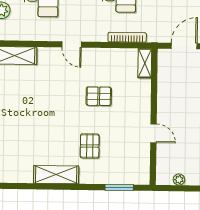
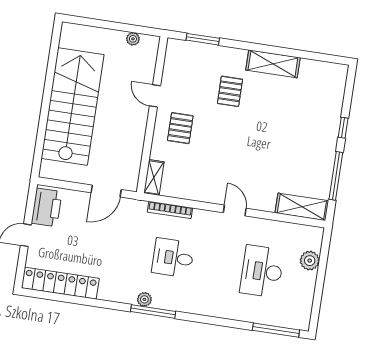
pallet: (99, 96) -> (180, 128), moved, turned 90

